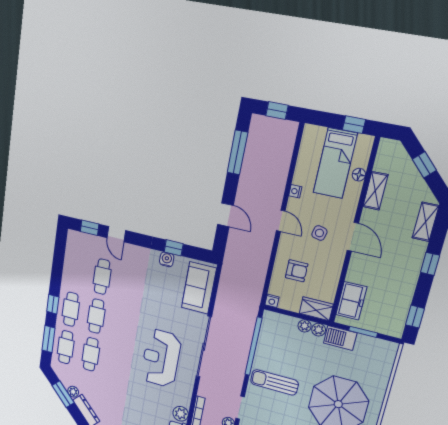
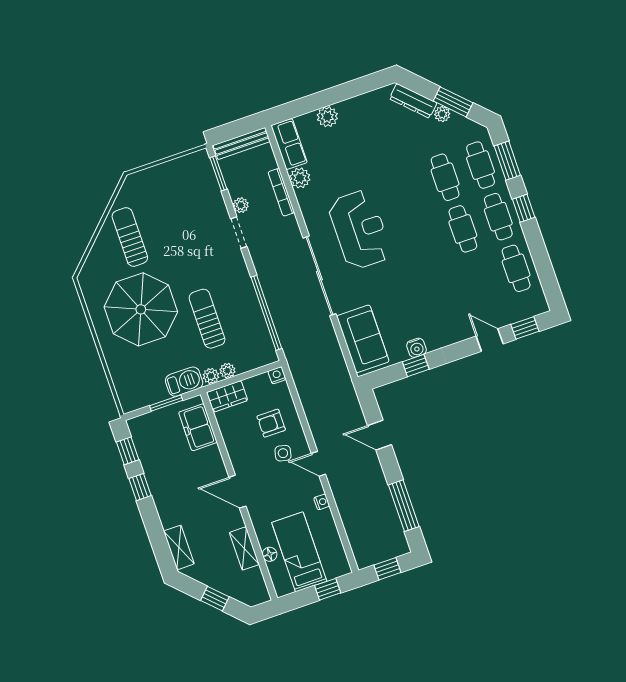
window: (354, 125) -> (328, 589), moved
side table: (319, 233) -> (283, 453), moved
window: (430, 264) -> (140, 487), moved
cafe table: (102, 277) -> (516, 268), moved
sun lounger: (274, 382) -> (207, 319), moved, turned -90

